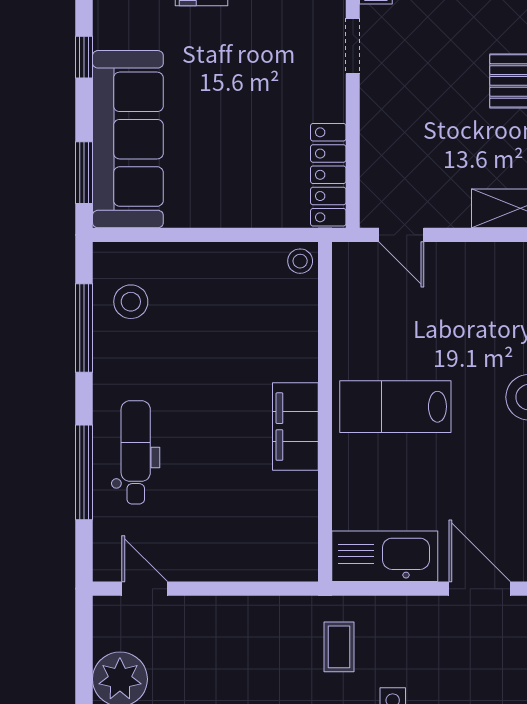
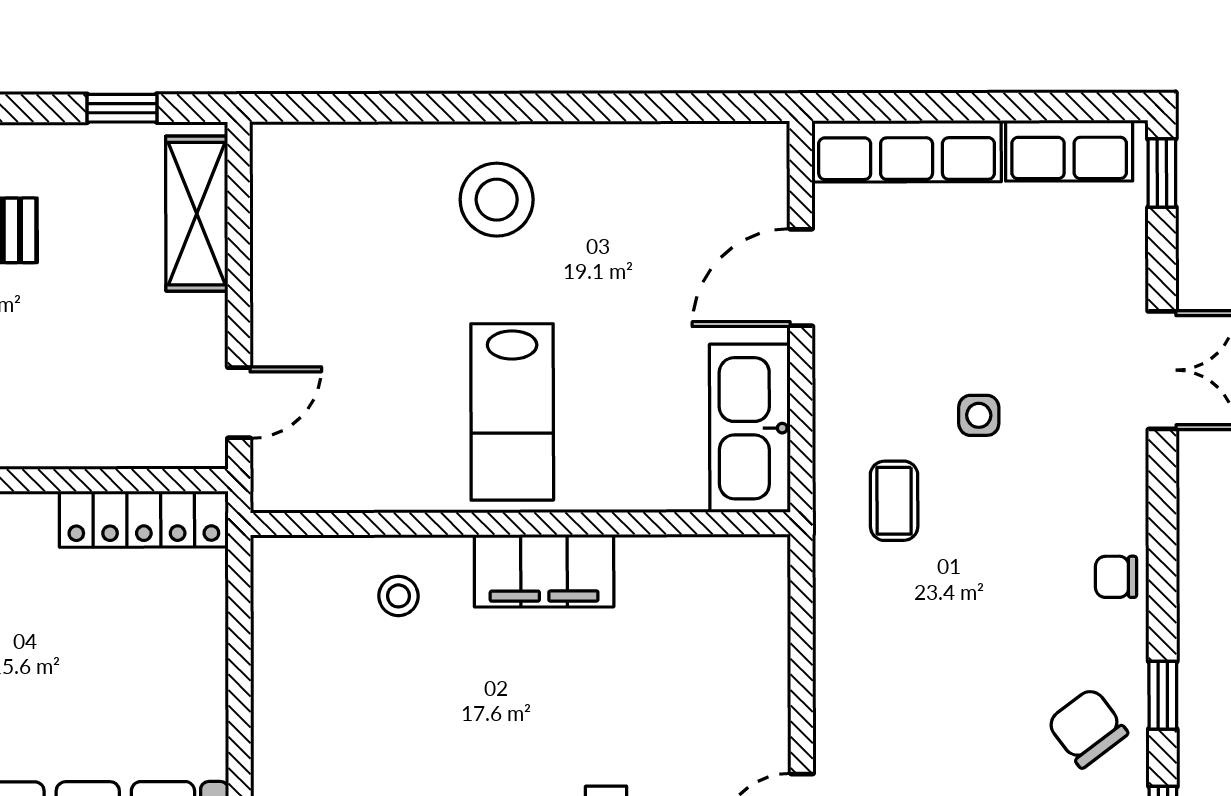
stool: (300, 261) -> (398, 596), moved
coffee table: (339, 647) -> (894, 501), turned 90

